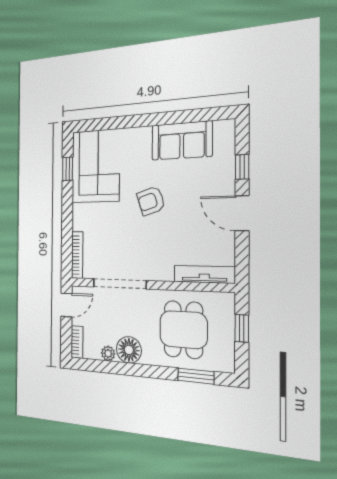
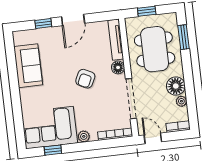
armchair: (151, 201) -> (85, 79), moved, turned 44
plant: (79, 212) -> (84, 136), added
floor lamp: (164, 272) -> (118, 67), added
dining table: (183, 330) -> (155, 49), width x1.38

